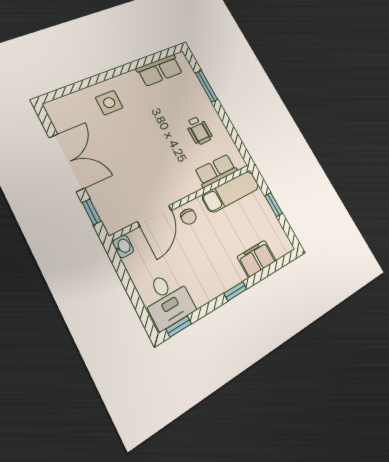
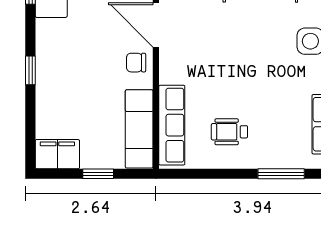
row of seats: (216, 171) -> (172, 125), width x1.48
filing cabinet: (257, 259) -> (57, 154), moved, turned -90

